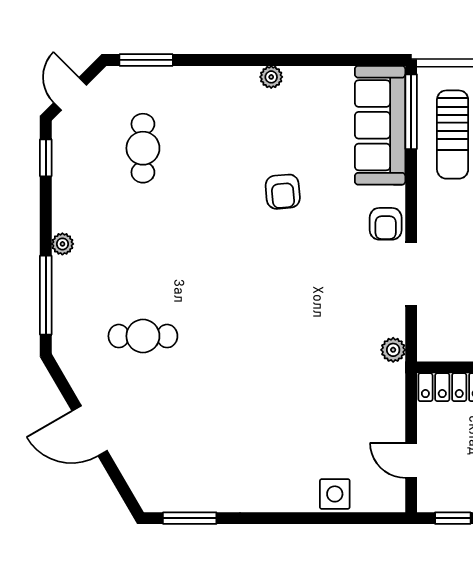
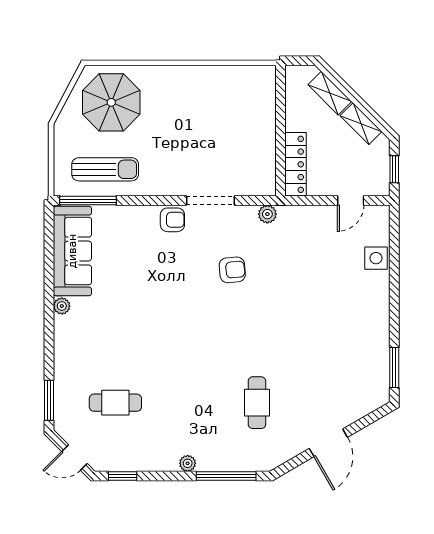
sofa: (380, 125) -> (72, 251), moved, turned -90
armchair: (283, 192) -> (232, 270), moved

